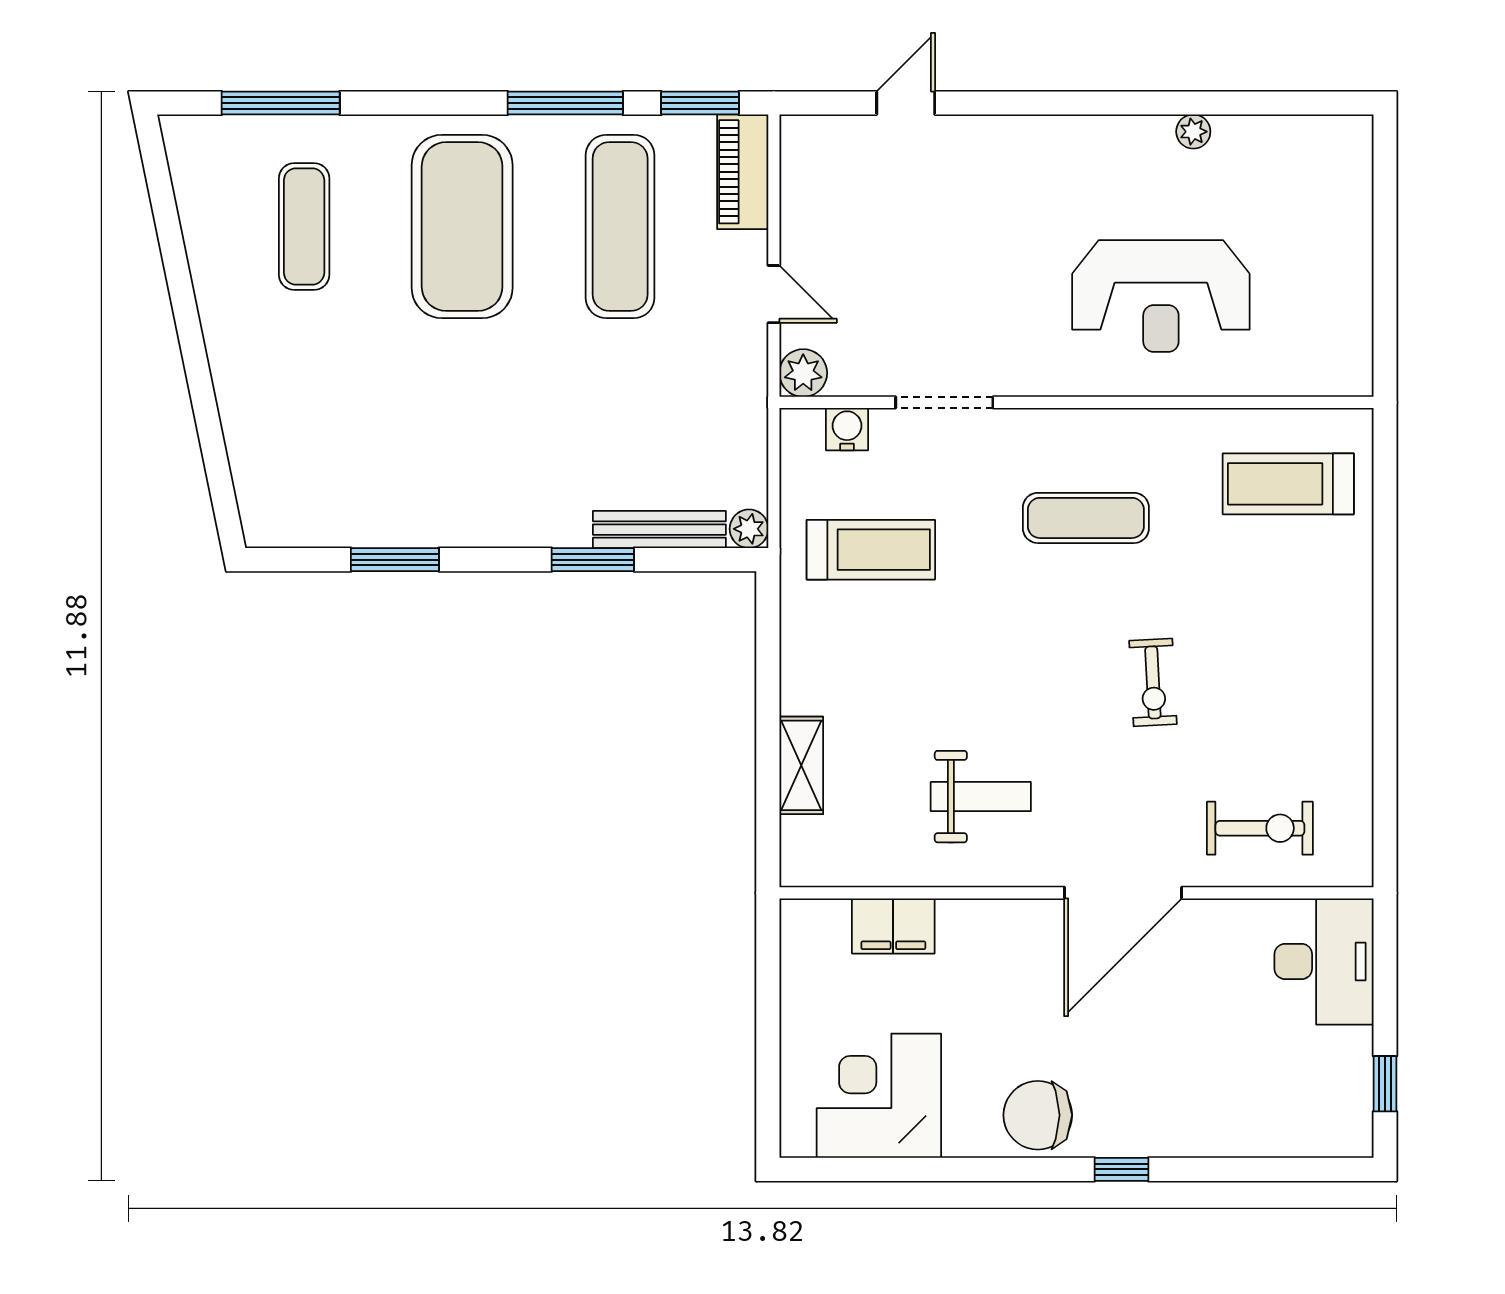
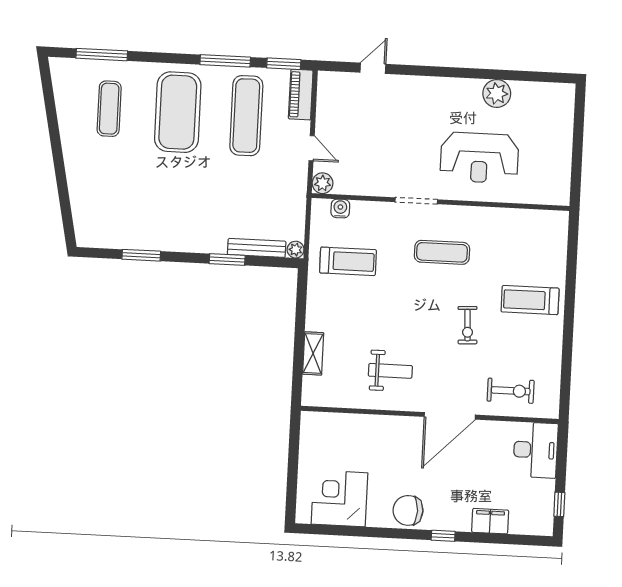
plant: (1193, 132) -> (497, 94), width x1.88, depth x1.88
doorway: (944, 402) -> (416, 201), moved
treadmill: (1288, 484) -> (530, 300), moved
filing cabinet: (893, 926) -> (490, 521), moved, turned 180

